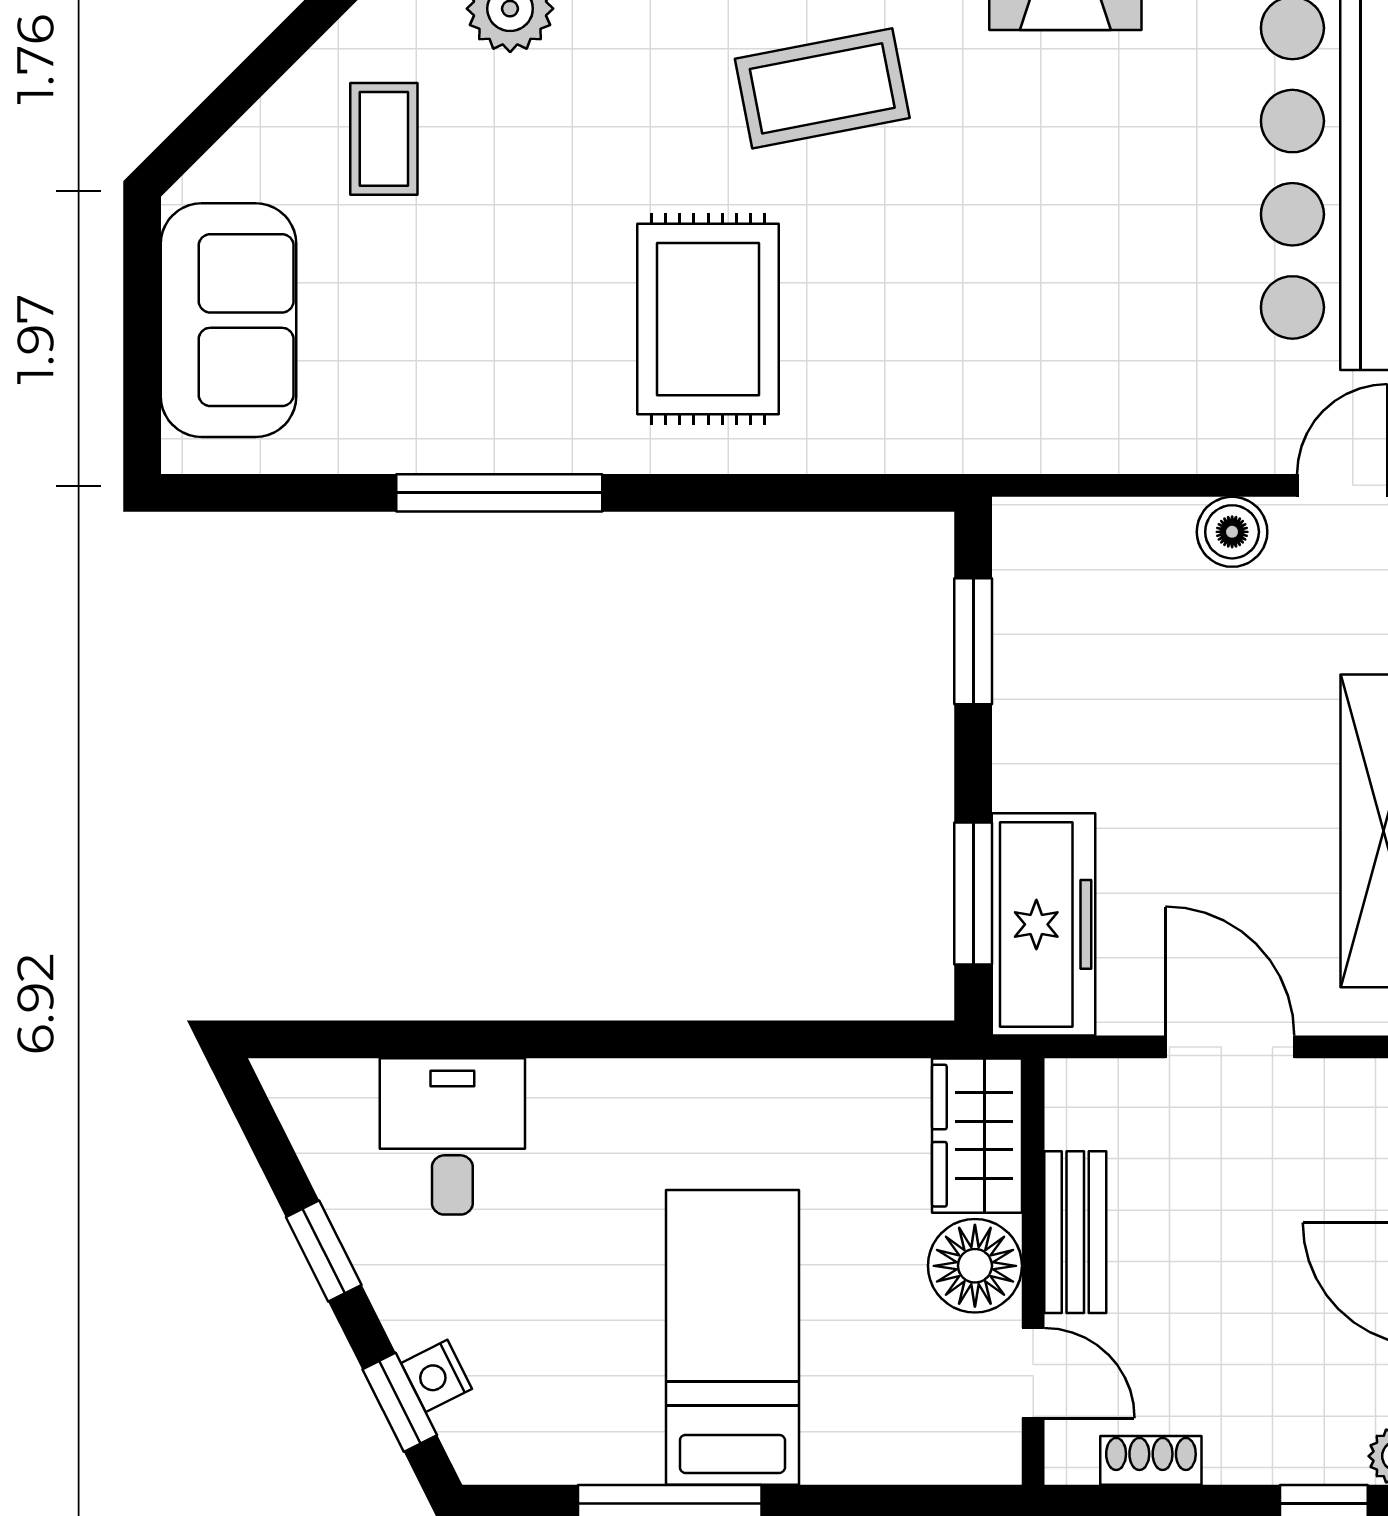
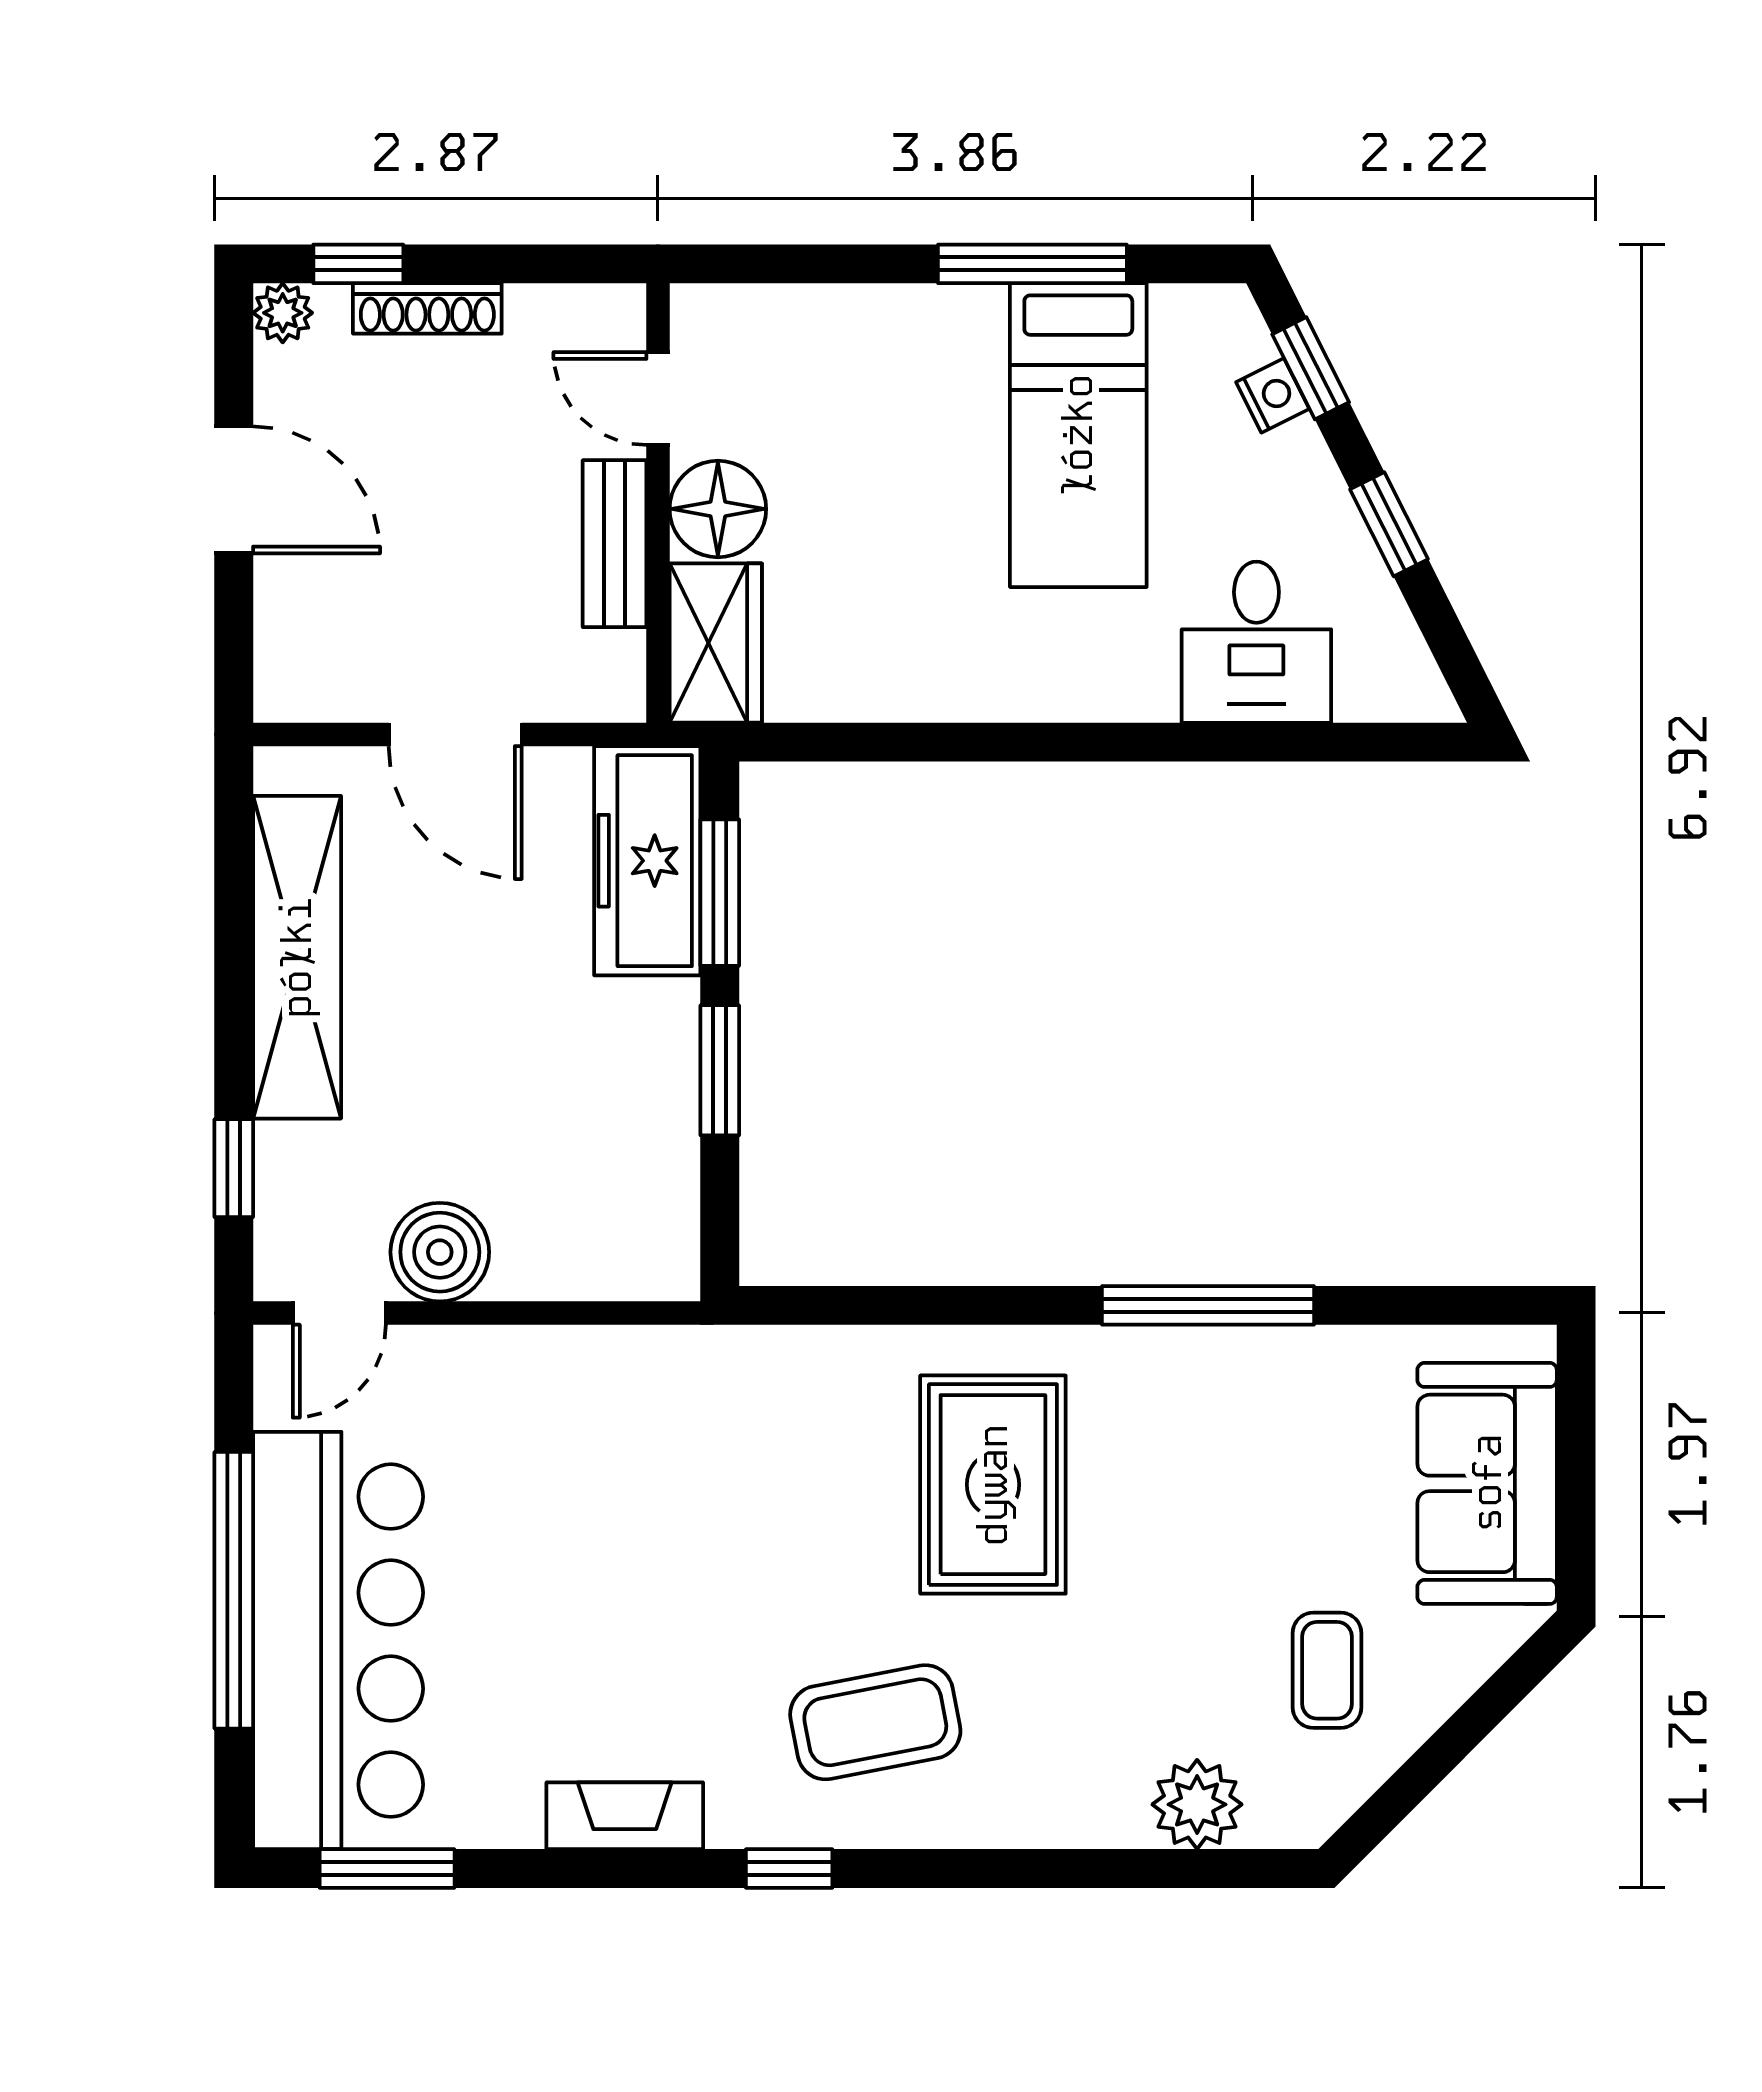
boiler: (1232, 532) -> (440, 1252), width x1.36, depth x1.36
window: (973, 641) -> (720, 1070), moved
bed: (732, 1337) -> (1078, 435), moved
shoe rack: (1151, 1460) -> (427, 308), moved, width x1.43

